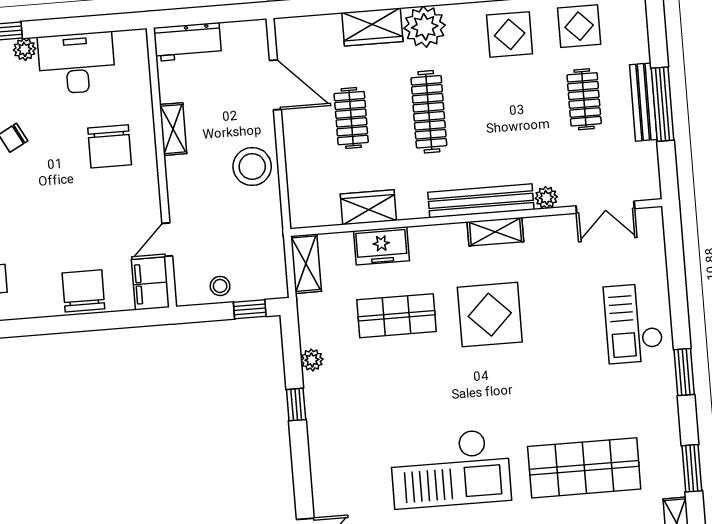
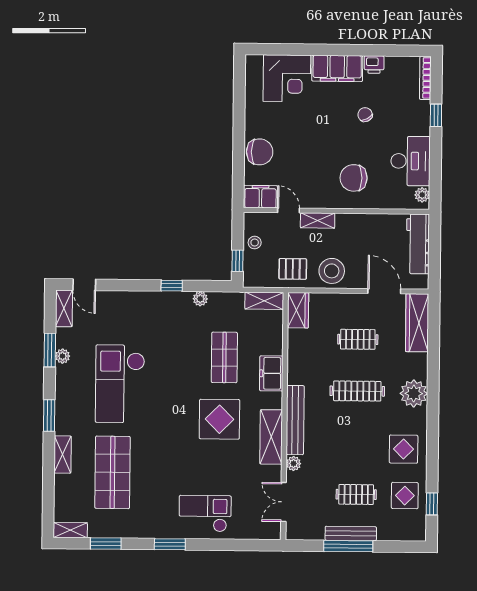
wardrobe: (372, 27) -> (417, 323), moved, width x1.50
workbench: (188, 42) -> (418, 244), width x1.38
plant: (25, 49) -> (422, 195), moved
door: (275, 85) -> (384, 291), swing flipped
shelving: (173, 129) -> (318, 220), moved
wardrobe: (368, 207) -> (298, 310), moved
pallet: (254, 225) -> (293, 269), added
shelving: (495, 232) -> (271, 437), width x1.50, depth x1.33
freezer: (381, 246) -> (271, 373), moved

